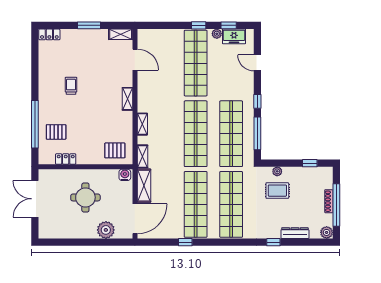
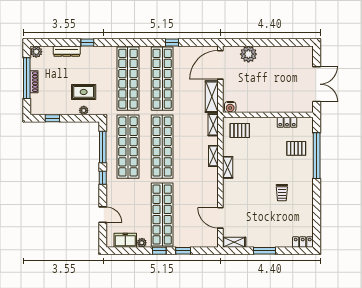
window: (229, 25) -> (183, 251), moved
shelving: (127, 99) -> (228, 167), moved
round table: (85, 197) -> (268, 85), removed

